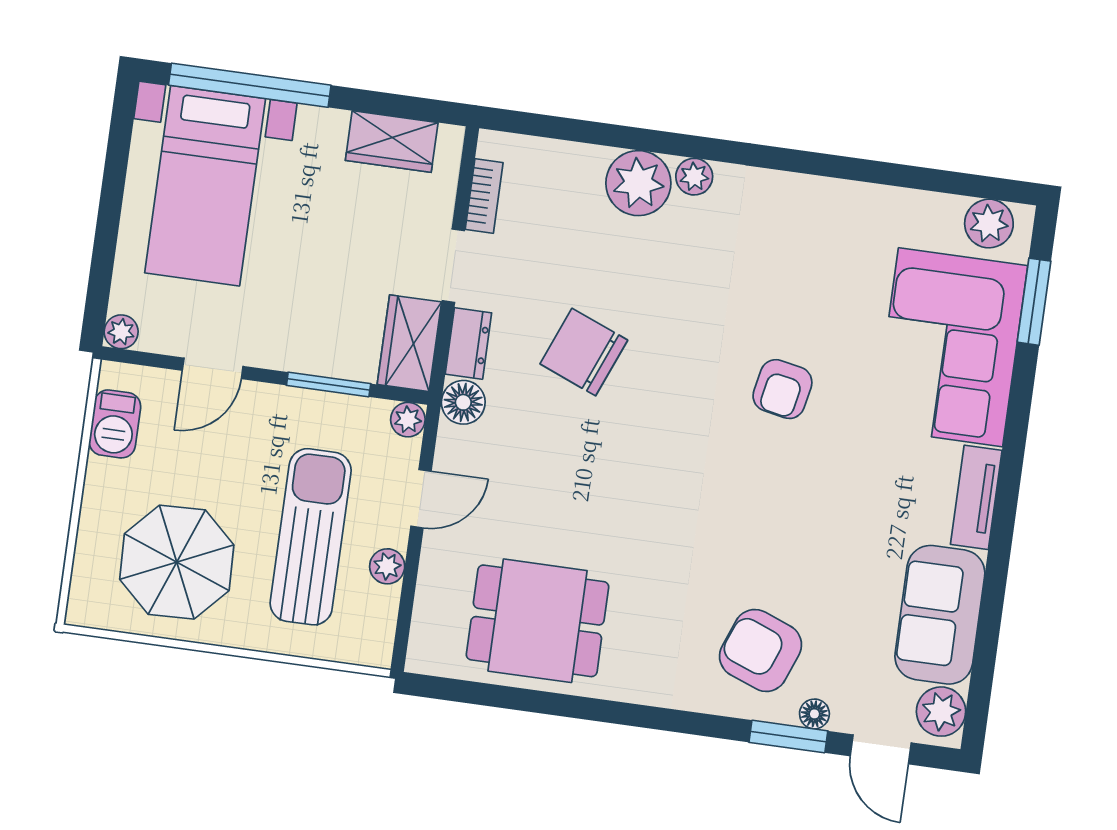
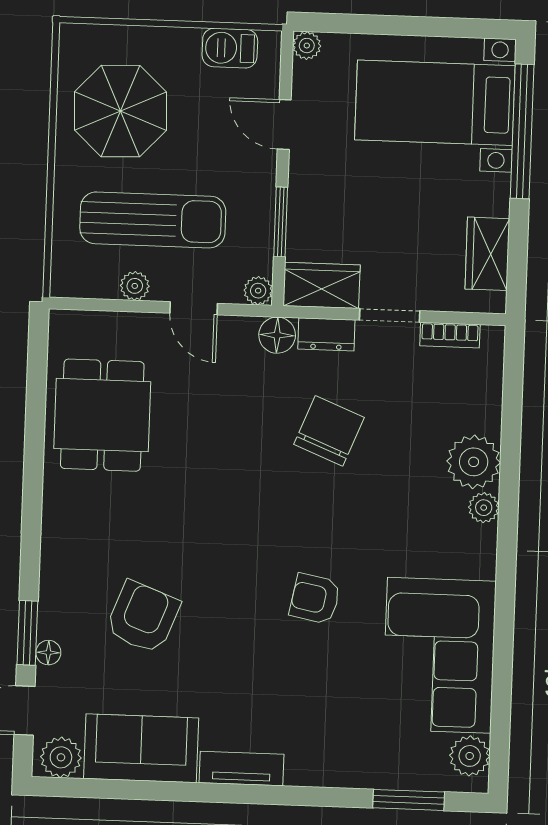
corner sofa: (951, 347) -> (439, 655), moved, turned -90
armchair: (761, 650) -> (143, 617), moved

